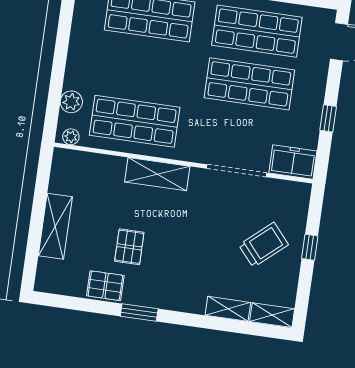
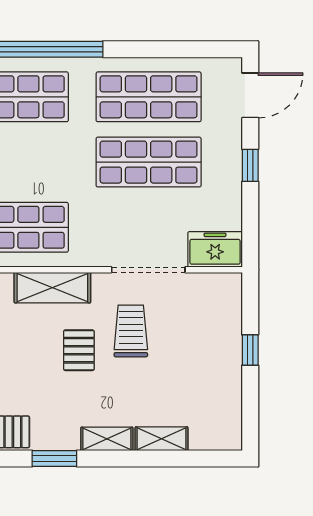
window: (328, 118) -> (250, 165), moved
trolley: (264, 245) -> (131, 331), moved, turned -49
pallet: (129, 247) -> (79, 350), moved
shelving: (272, 315) -> (107, 439), moved

